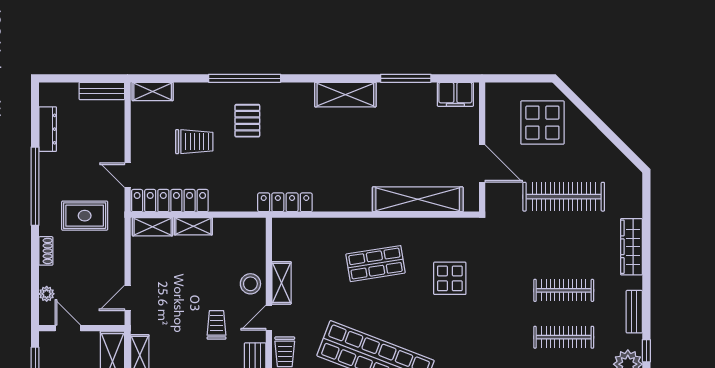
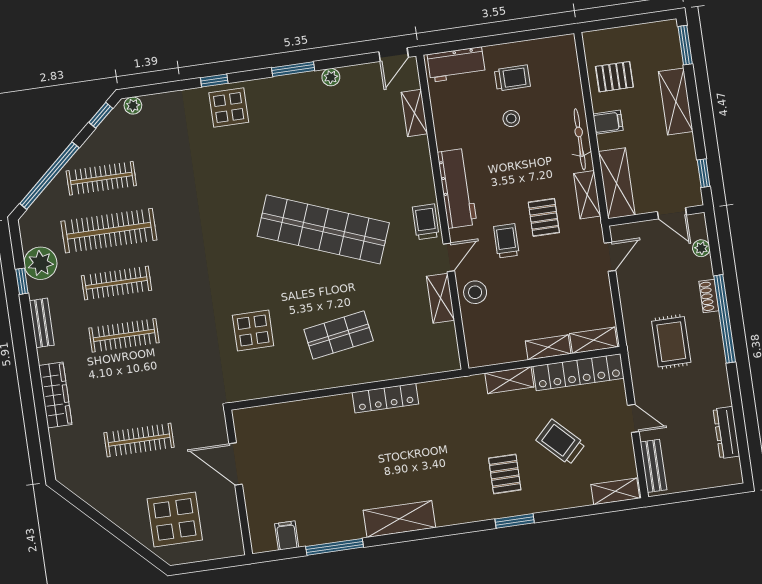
window: (245, 78) -> (515, 521), width x0.47
bench: (102, 91) -> (653, 466), moved, turned 90
filing cabinet: (455, 94) -> (287, 536), width x0.50
trolley: (194, 142) -> (561, 442), turned 45
door: (128, 175) -> (633, 418), moved
window: (35, 186) -> (725, 319), moved
clothes rail: (564, 197) -> (139, 440), width x0.73, depth x0.76
shelving: (418, 199) -> (509, 380), moved, width x0.45, depth x0.75
locker: (285, 202) -> (385, 398), moved
rug: (85, 216) -> (671, 342), turned 90
trolley: (216, 325) -> (506, 241), turned 180
pallet: (181, 341) -> (544, 217), added

